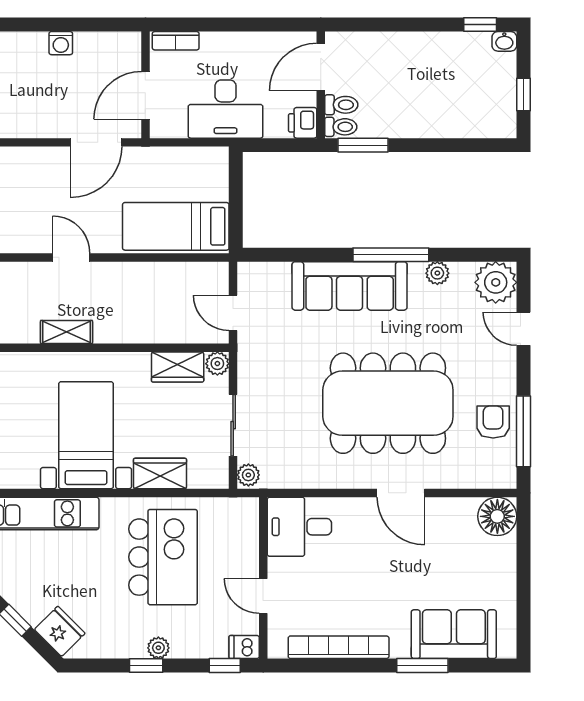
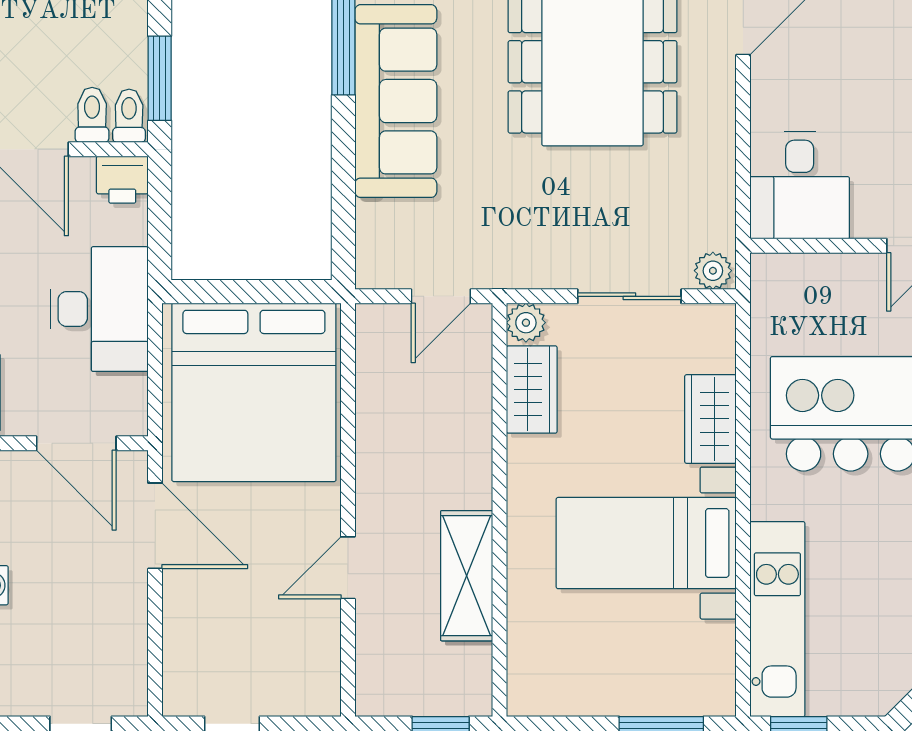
bed: (176, 226) -> (254, 392), width x2.04
shelving: (67, 332) -> (467, 576), width x1.50, depth x1.33

